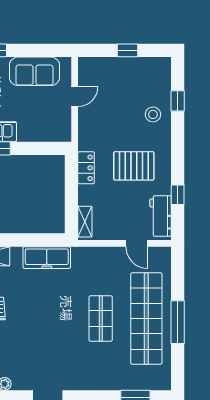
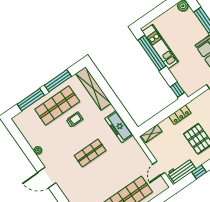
window: (51, 148) -> (177, 90), added
shop shelf: (101, 319) -> (90, 153), moved

